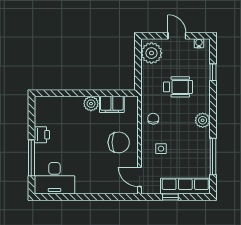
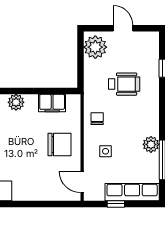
water cooler: (199, 43) -> (147, 36), removed
plant: (91, 104) -> (16, 102), moved
plant: (203, 120) -> (151, 144), moved

